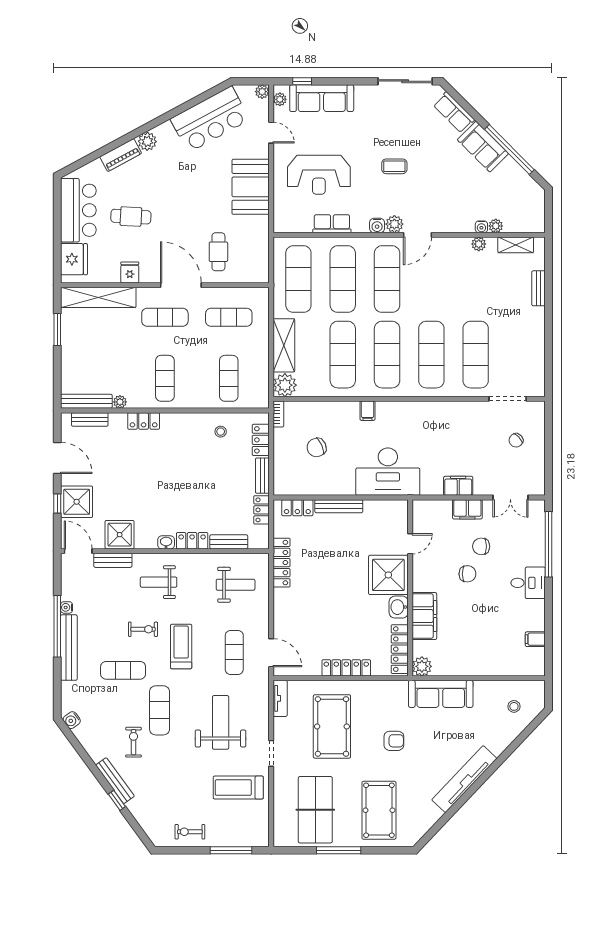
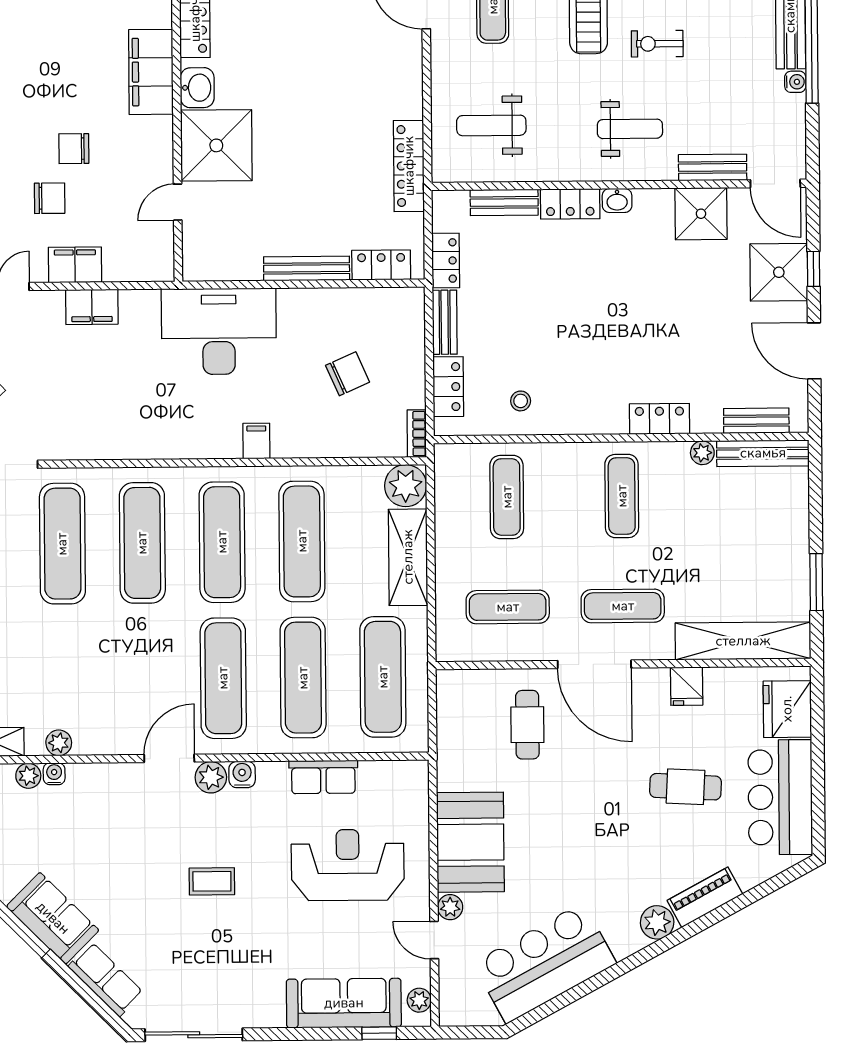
plant: (262, 92) -> (450, 907), moved

